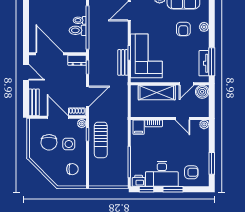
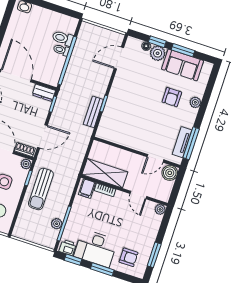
toilet: (78, 30) -> (63, 38), moved
corner sofa: (146, 56) -> (121, 113), removed
shelving: (157, 93) -> (105, 173), moved
plant: (123, 164) -> (57, 224), added

